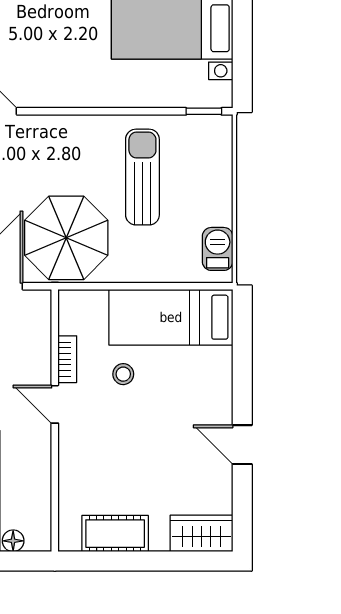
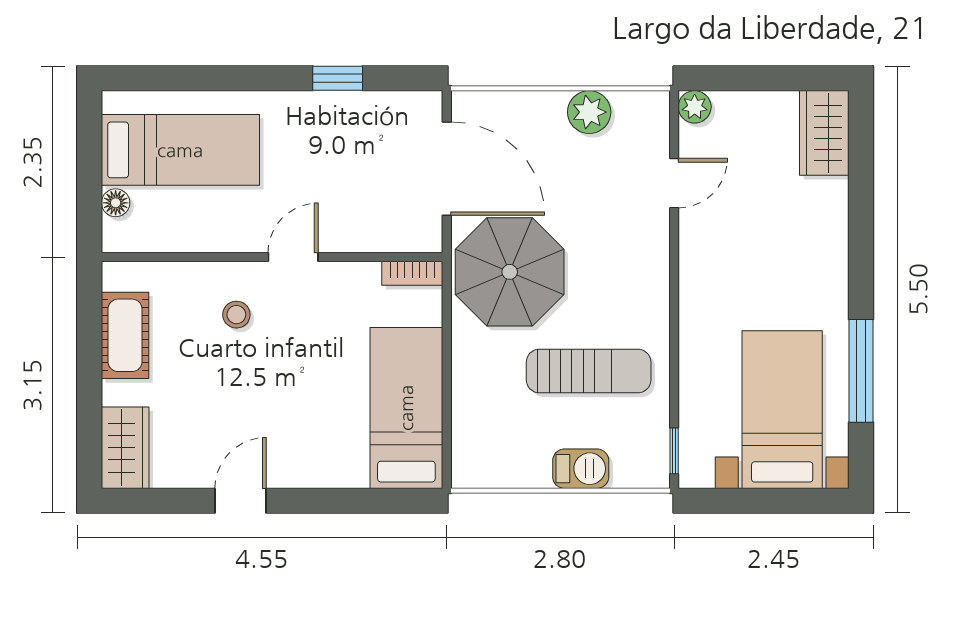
barbecue: (218, 249) -> (581, 469), moved
bookcase: (67, 359) -> (412, 273), moved
stool: (123, 374) -> (236, 315), moved

